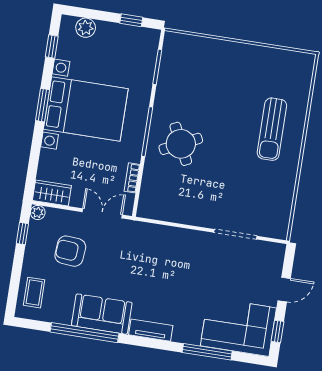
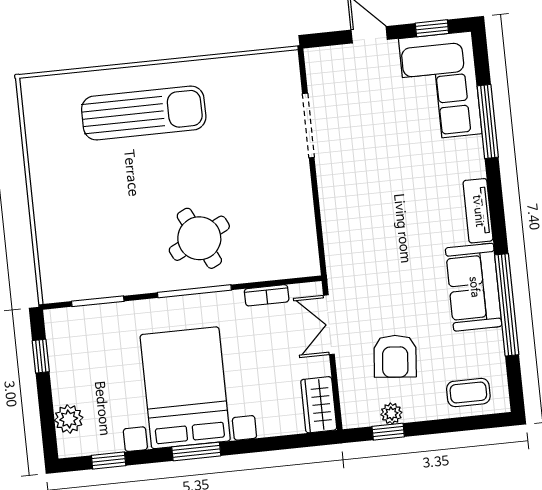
sun lounger: (272, 129) -> (144, 113), width x1.36, depth x1.34
plant: (38, 212) -> (391, 413), moved

